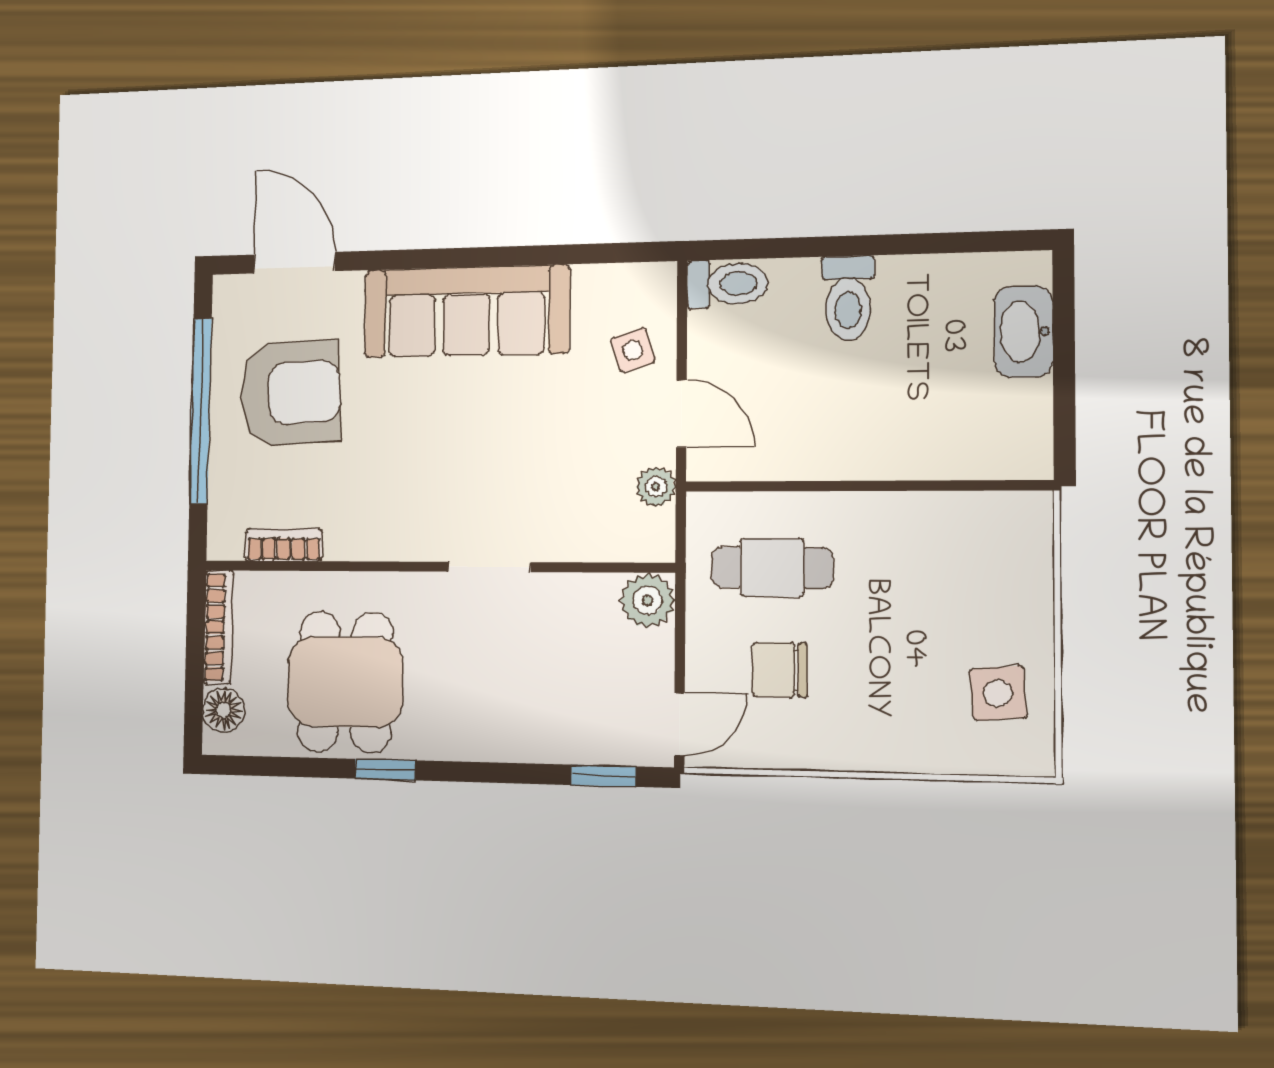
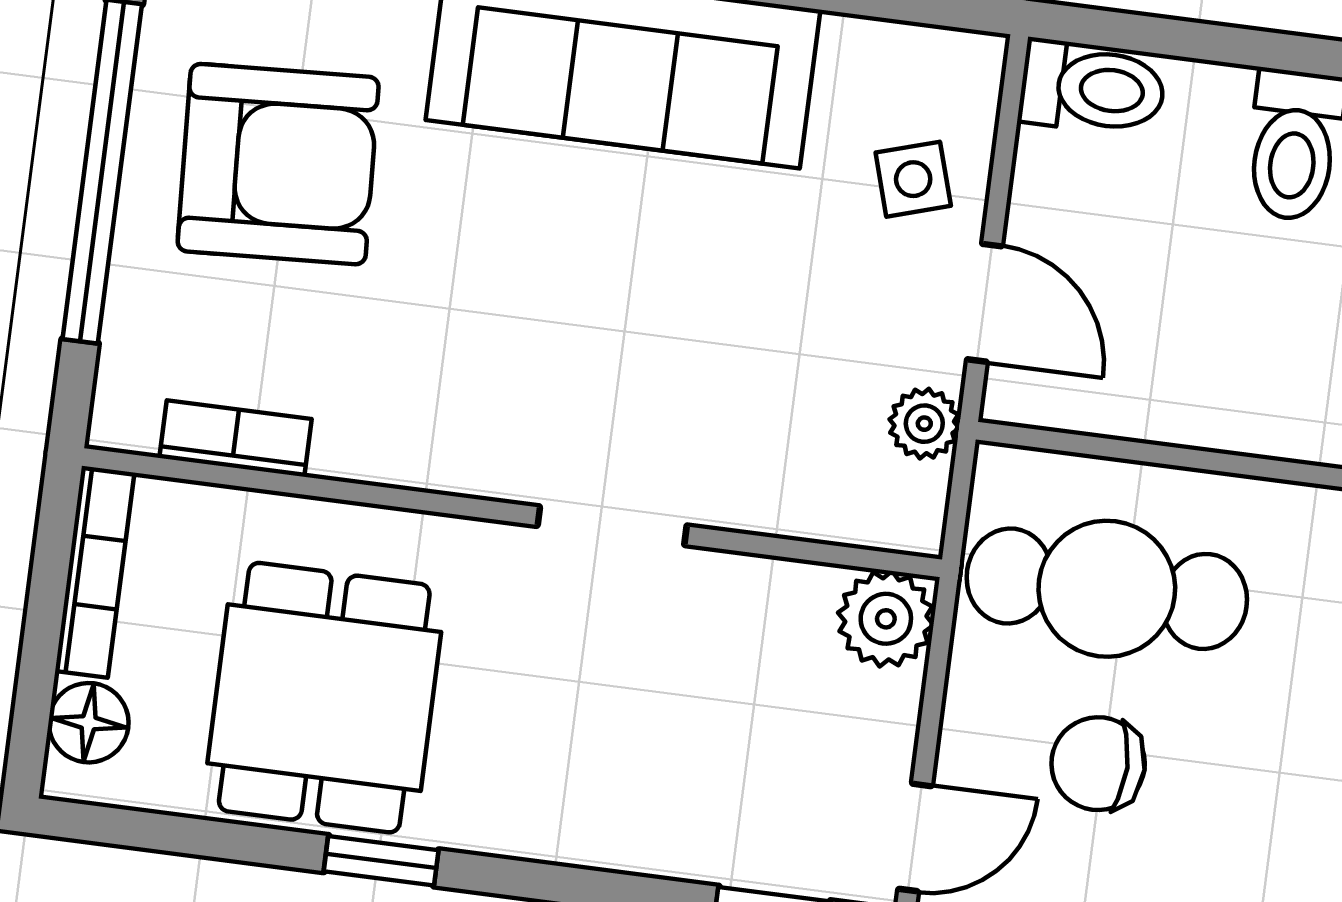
cafe table: (772, 568) -> (1107, 589), width x1.37, depth x1.35

